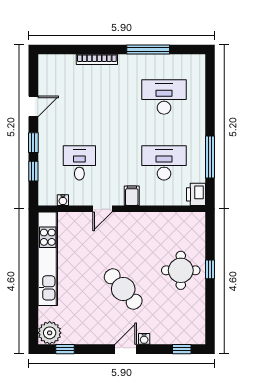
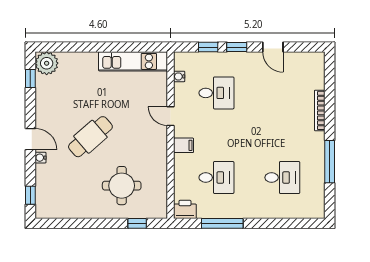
desk: (164, 97) -> (282, 178), width x0.73
desk: (164, 163) -> (216, 178), width x0.73
kitchen unit: (48, 259) -> (133, 61), width x0.73
window: (210, 269) -> (137, 223), moved
round table: (181, 270) -> (122, 186), moved

